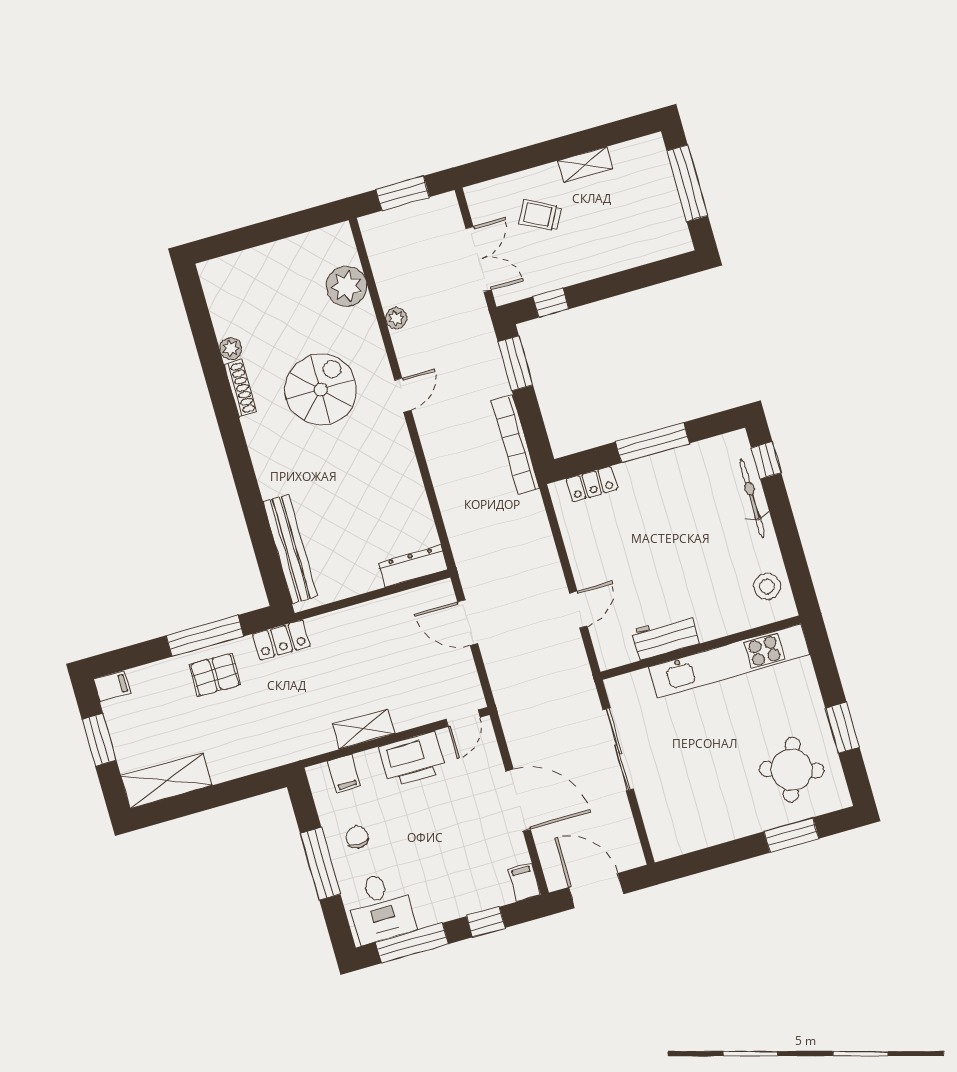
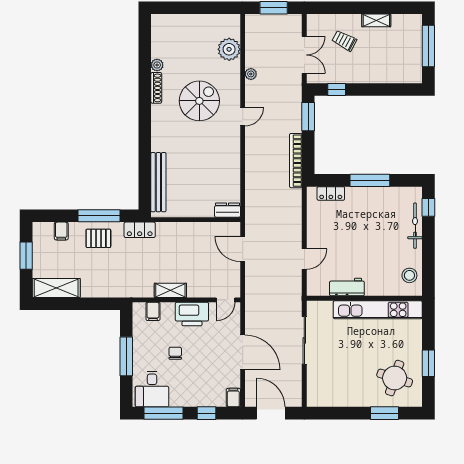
dresser: (413, 566) -> (228, 210), width x0.70
filing cabinet: (112, 686) -> (61, 231), moved, turned 90
chair: (357, 837) -> (175, 353), moved

